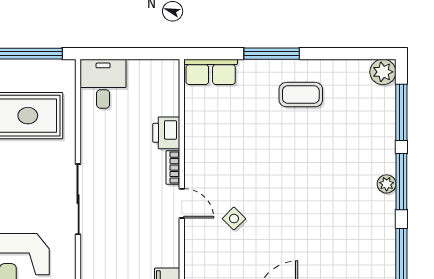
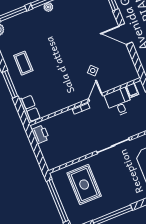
desk: (103, 84) -> (119, 102), moved, turned 90
printer: (166, 133) -> (40, 134), moved, turned -90

